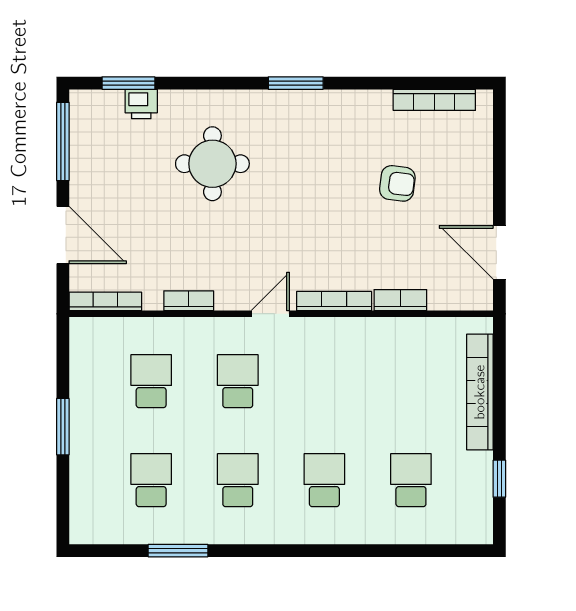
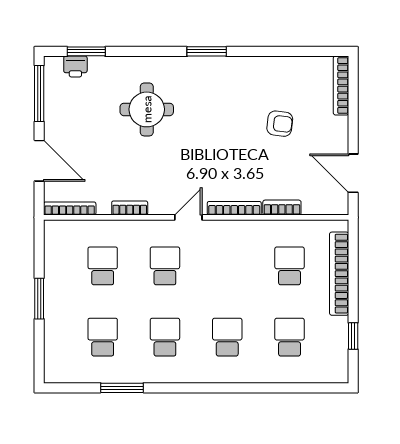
bookcase: (434, 100) -> (341, 86), moved, turned 90
printer: (141, 104) -> (75, 66), moved
school desk: (411, 381) -> (290, 266), added

